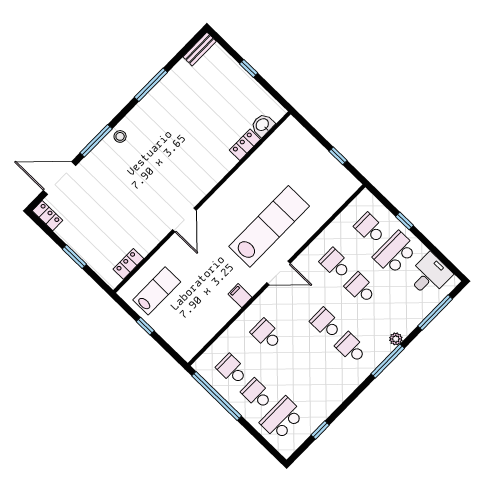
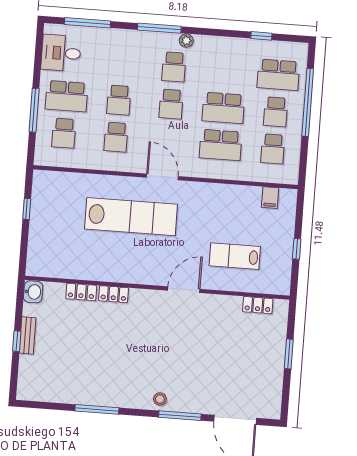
bench: (200, 49) -> (28, 335), moved, turned 90
washbasin: (263, 125) -> (33, 292), moved, turned -90
locker: (47, 216) -> (114, 294), moved, turned -90
window: (404, 221) -> (34, 110), width x2.17
lab bench: (269, 226) -> (131, 217), turned 180
lab bench: (157, 291) -> (235, 256), moved
filing cabinet: (240, 296) -> (270, 198), moved
school desk: (266, 334) -> (221, 145), width x1.85
plant: (396, 339) -> (186, 41), moved
school desk: (291, 359) -> (223, 108), added
window: (217, 396) -> (308, 102), moved

